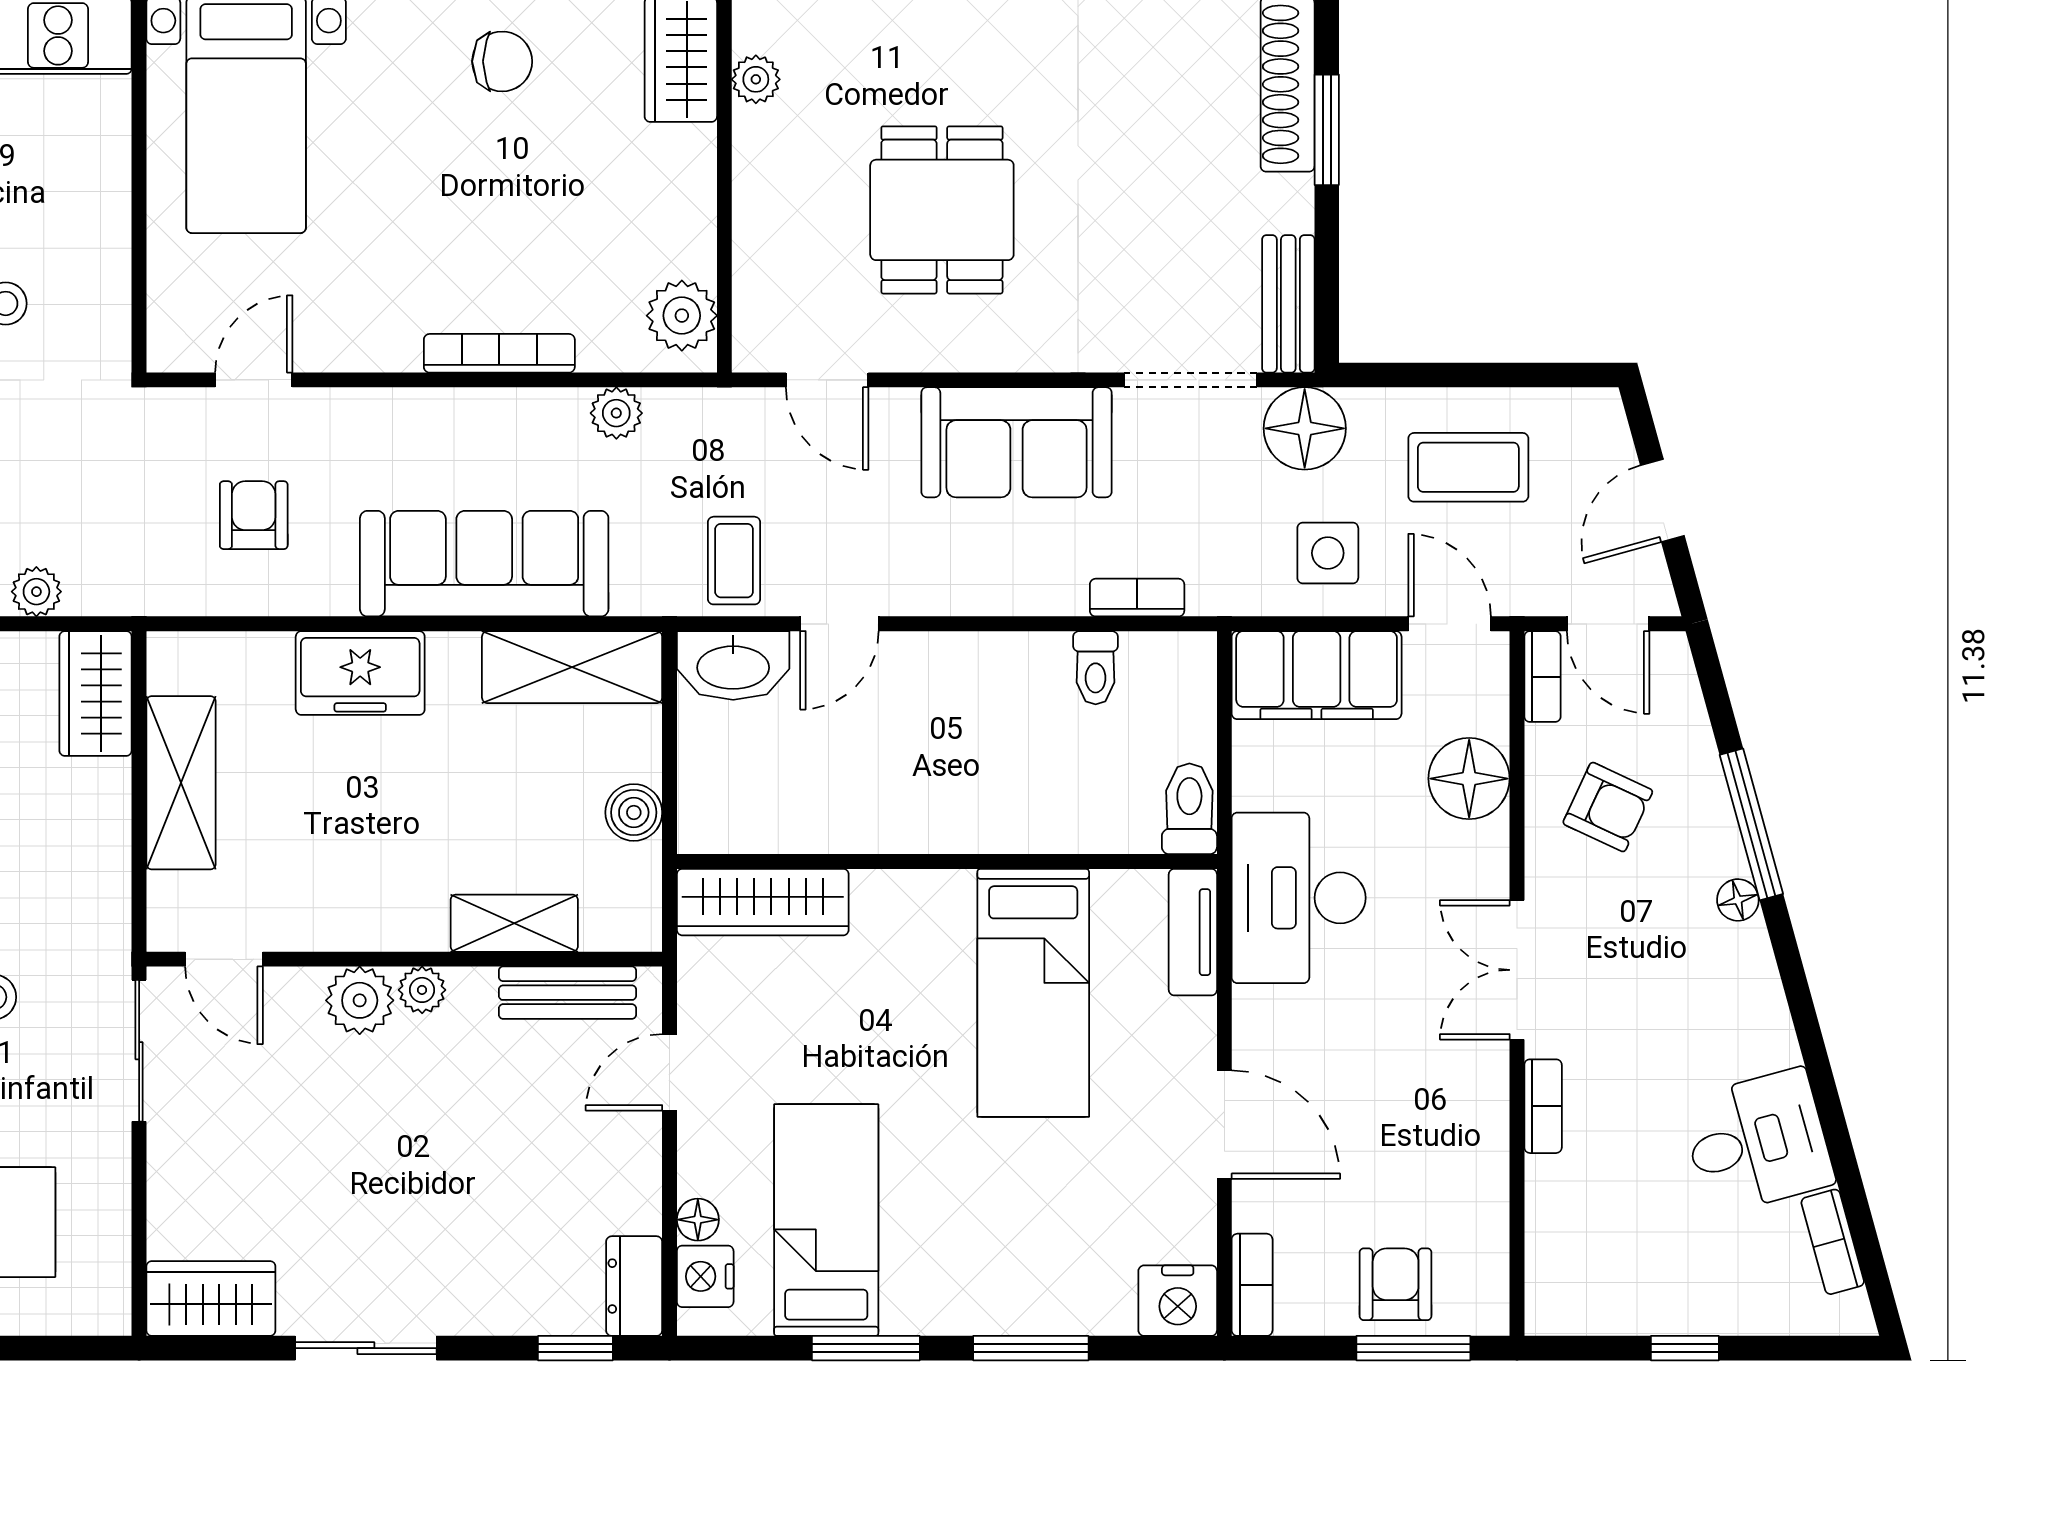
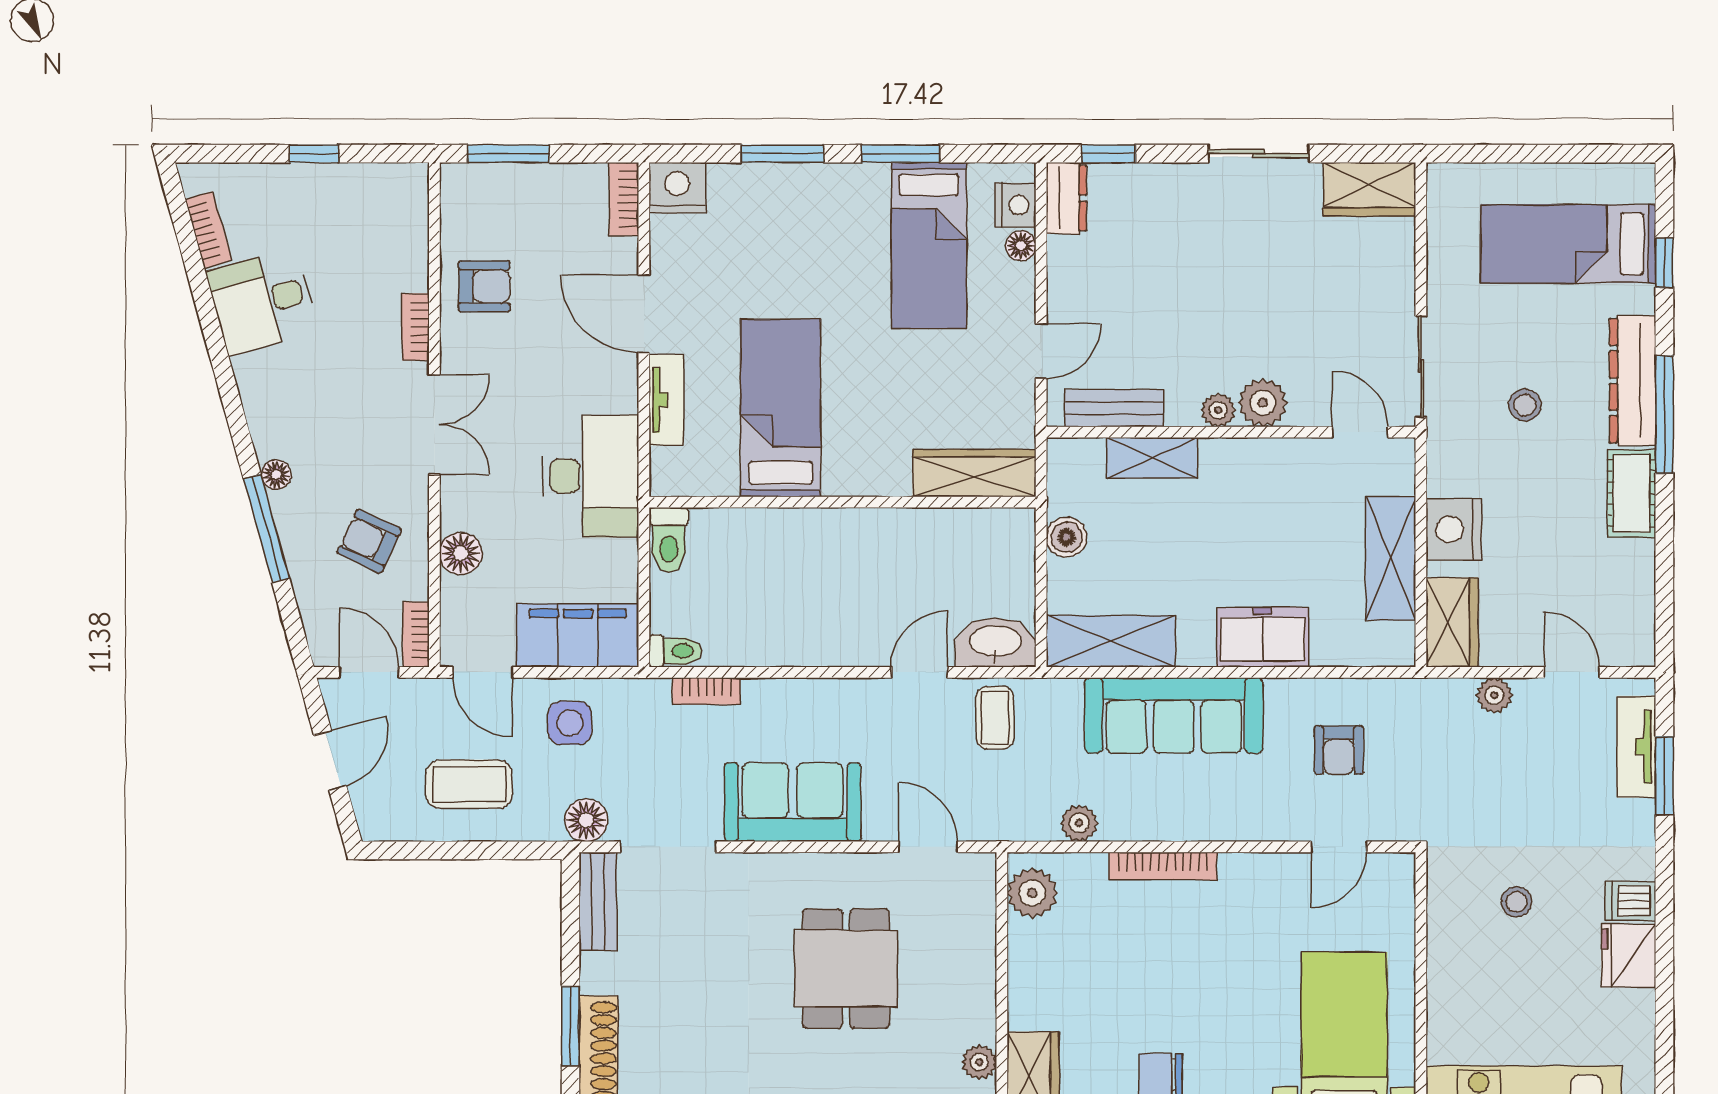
floor lamp: (1305, 428) -> (586, 820), width x0.73, depth x0.73
toilet: (1096, 668) -> (675, 651), moved, turned 90
floor lamp: (1469, 779) -> (461, 553), width x0.73, depth x0.73
nightstand: (93, 823) -> (1454, 529), added
tv unit: (1193, 932) -> (666, 400), moved
armchair: (1396, 1284) -> (484, 286), moved, turned -90

